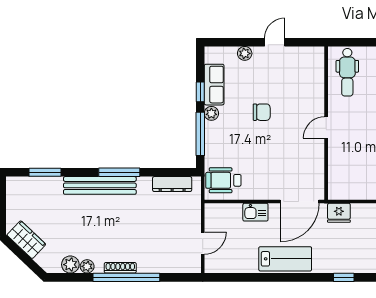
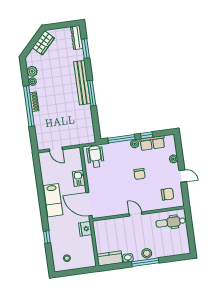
chair: (301, 71) -> (167, 194), added
dresser: (172, 184) -> (77, 38), moved

